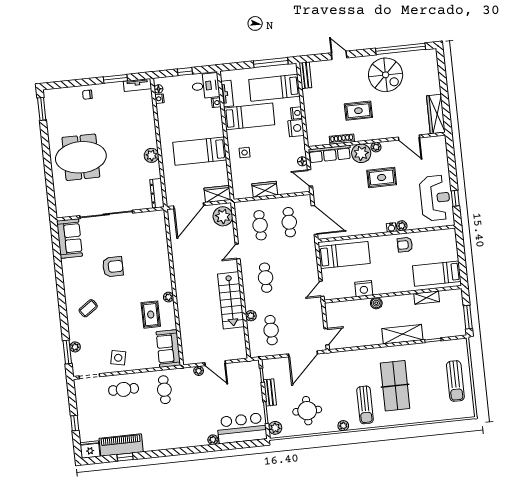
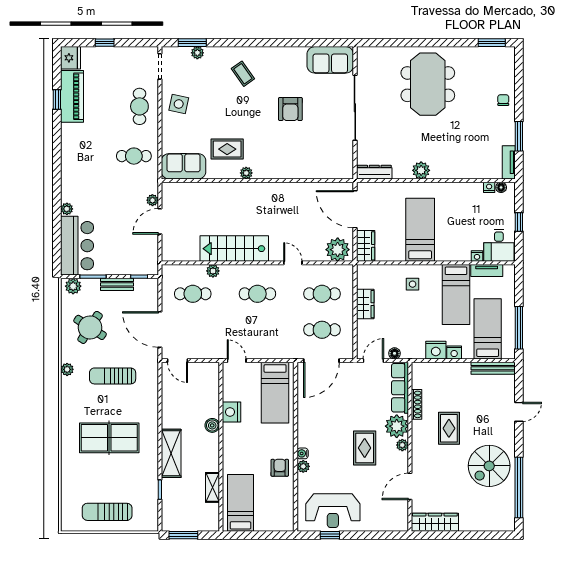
bench: (305, 75) -> (493, 368), width x1.36
sun lounger: (365, 405) -> (113, 376), moved
round table: (307, 411) -> (90, 327), turned 33

